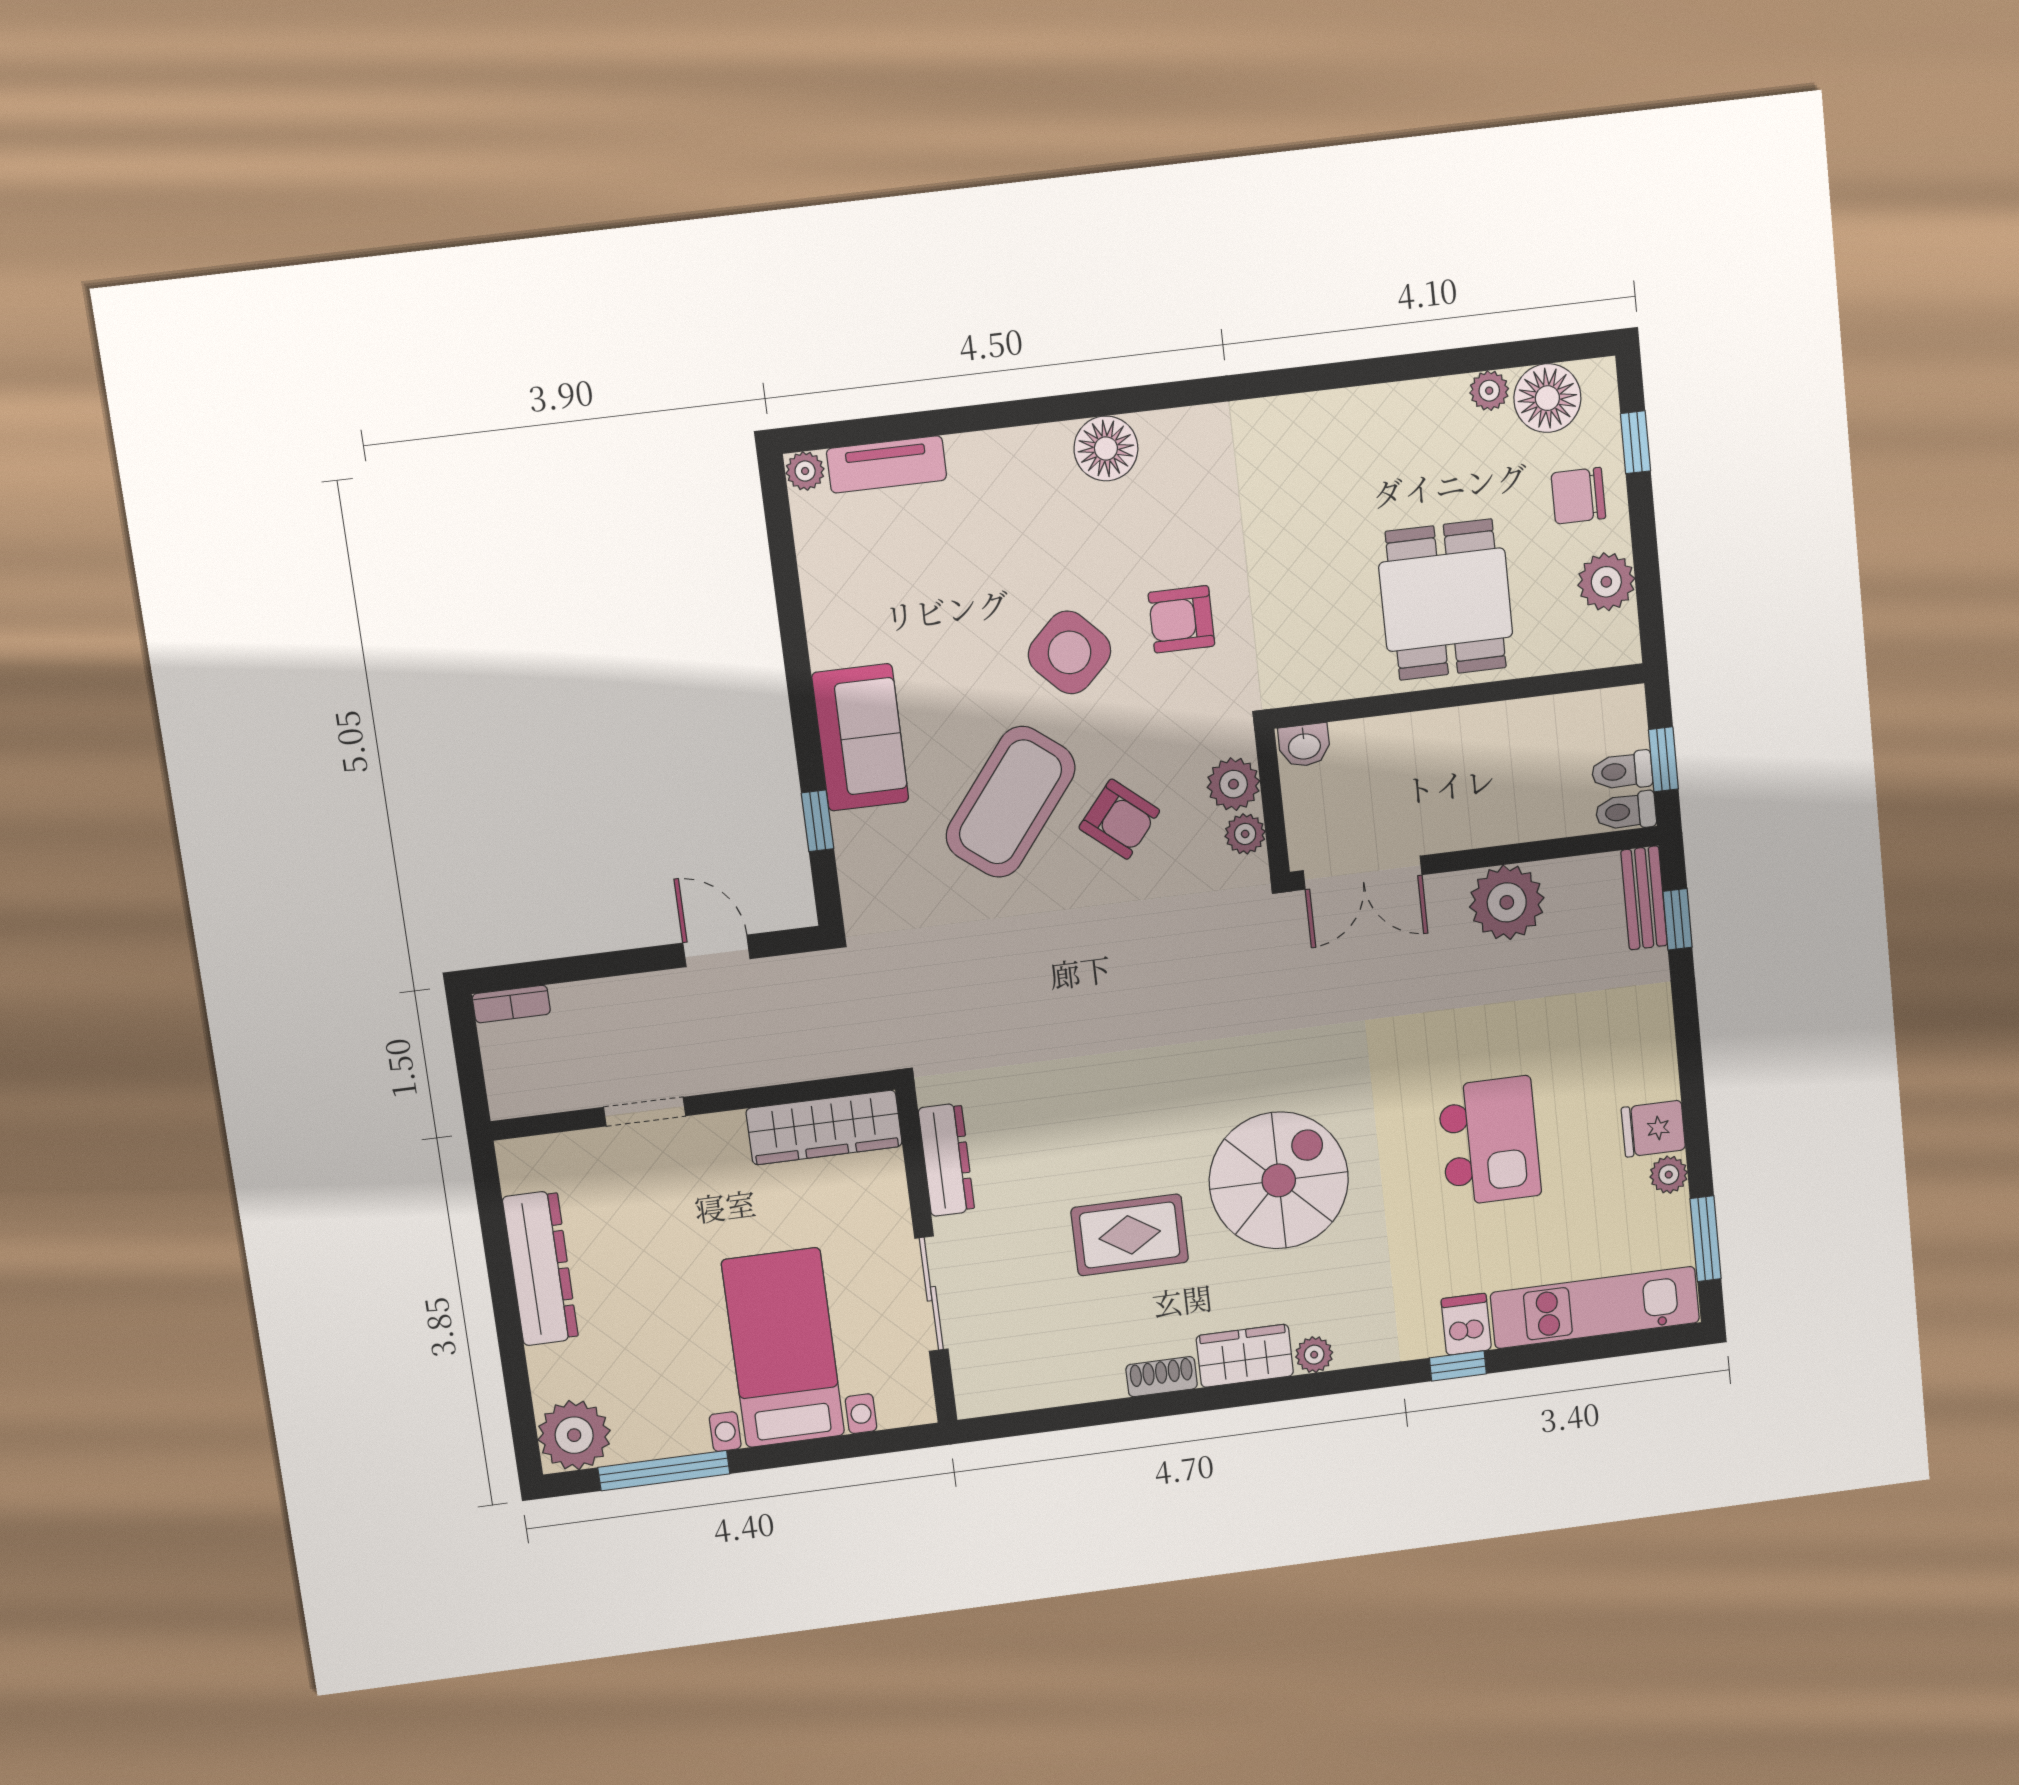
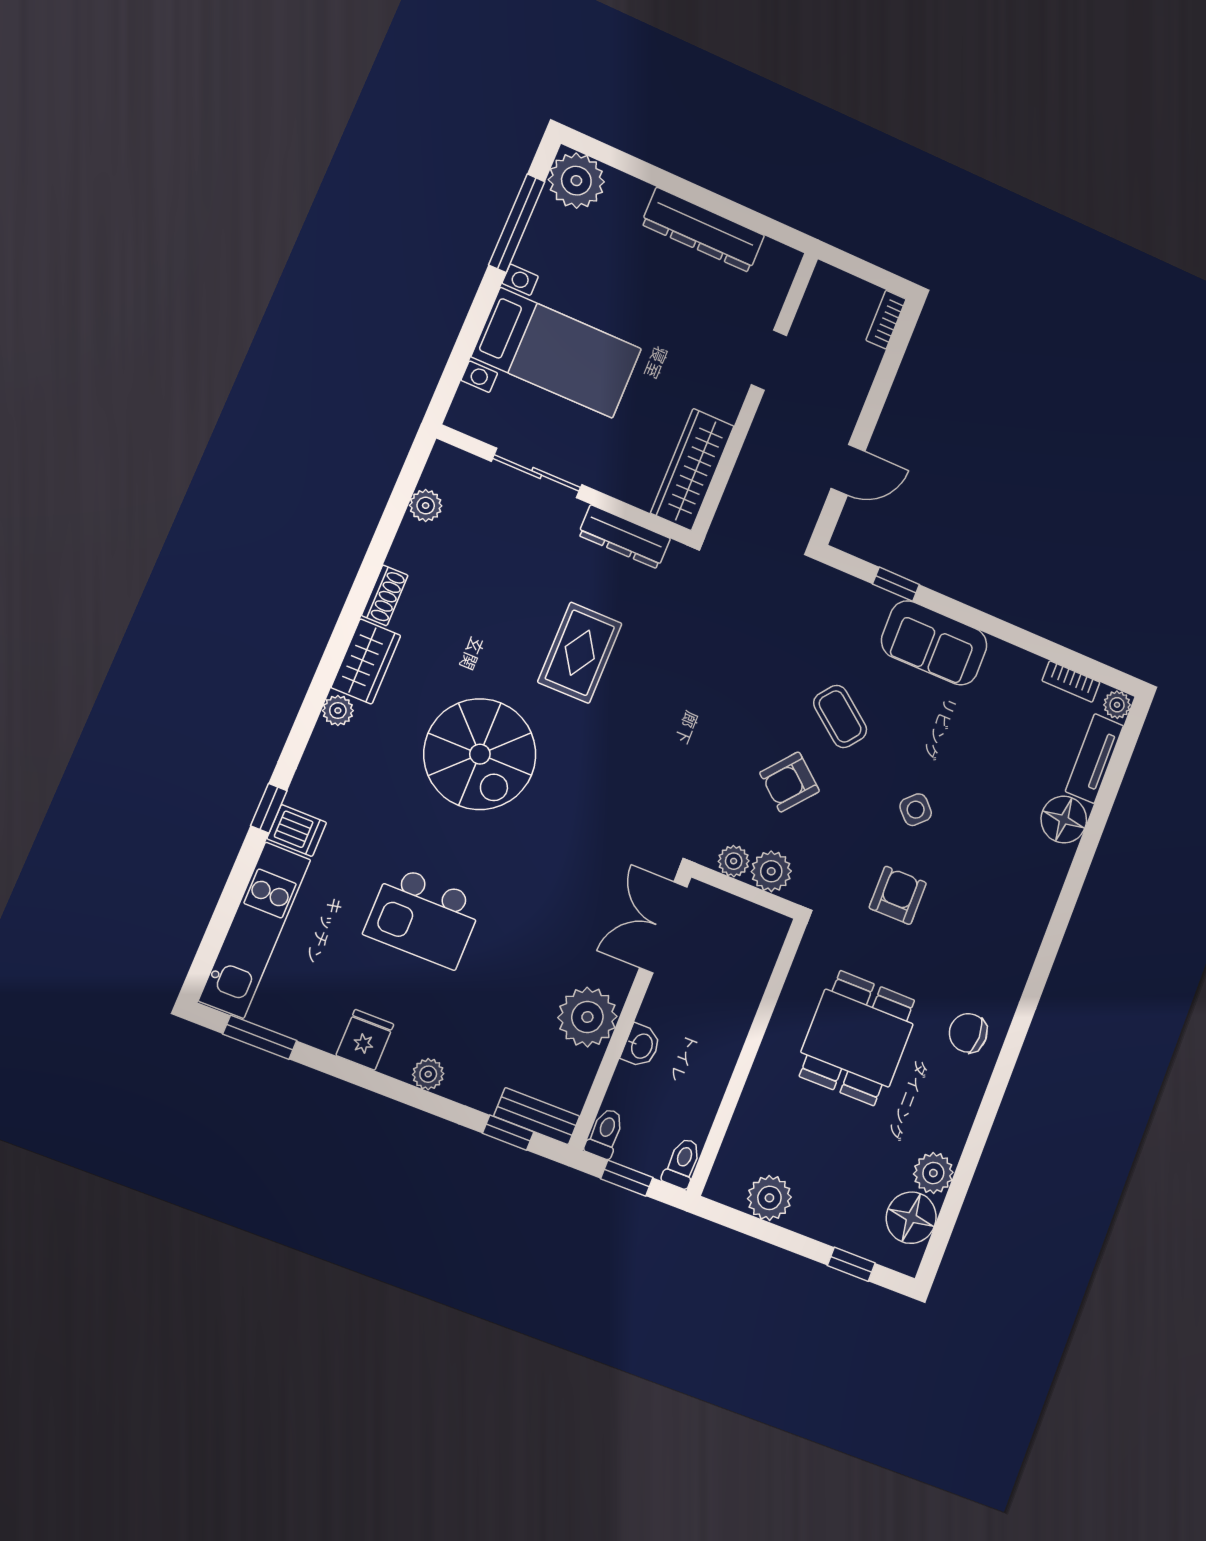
plant: (1489, 391) -> (933, 1173), width x1.38, depth x1.38
floor lamp: (1106, 448) -> (1064, 820), moved
chair: (1578, 496) -> (968, 1033), moved, turned -90
bookcase: (810, 544) -> (1071, 681), added
dining table: (1446, 600) -> (857, 1038), moved, turned 90
side table: (1069, 652) -> (916, 810), width x0.54, depth x0.54
washbasin: (1304, 745) -> (641, 1046), moved, turned 180
toilet: (1622, 771) -> (682, 1163), moved
coffee table: (1011, 802) -> (840, 716), width x0.54, depth x0.58
plant: (1669, 1175) -> (428, 1074), moved
rug: (1130, 1235) -> (580, 653), moved
plant: (1038, 1390) -> (426, 506), added

